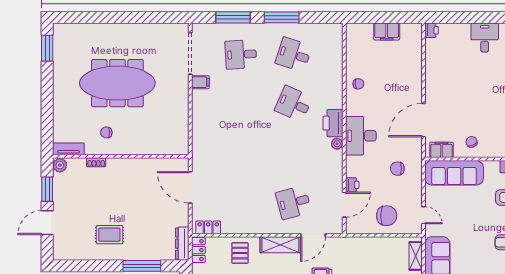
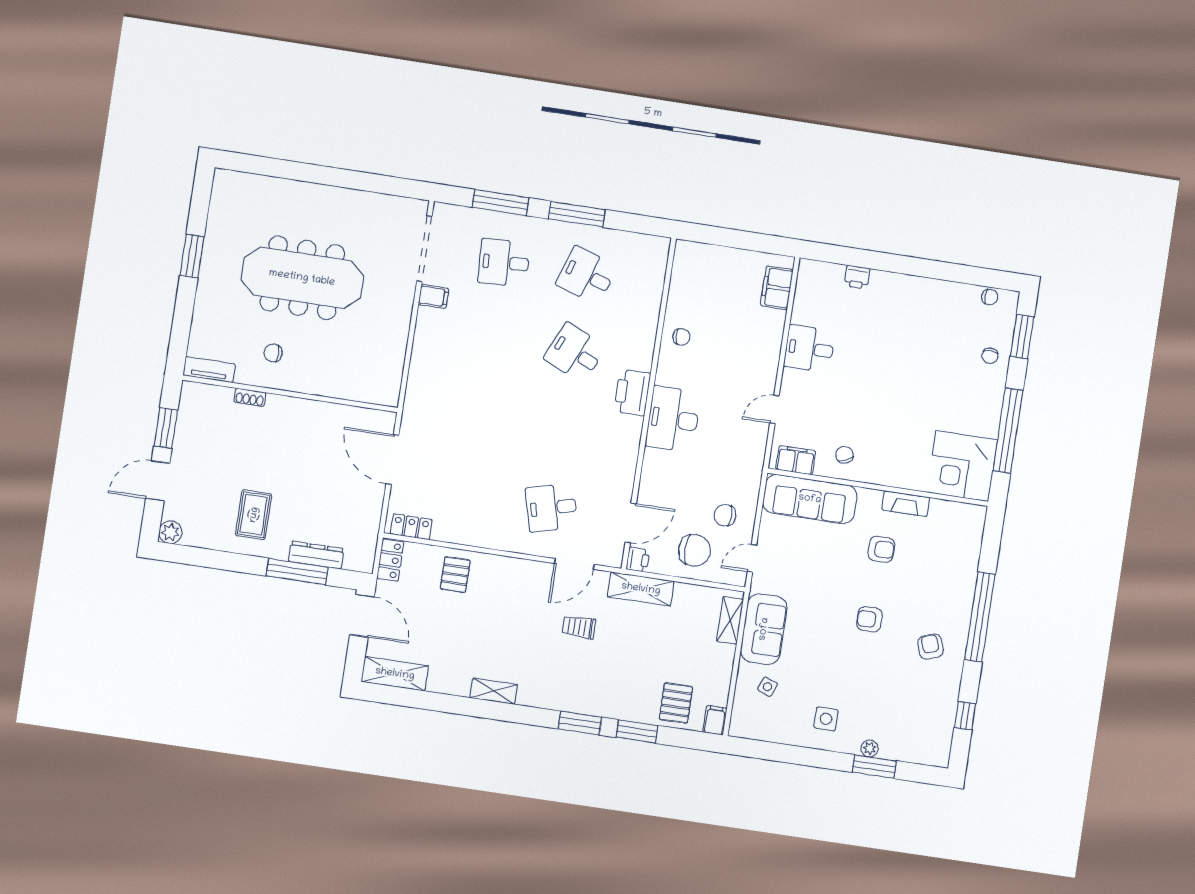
printer: (432, 30) -> (857, 277), moved, turned 90
filing cabinet: (387, 32) -> (777, 288), moved, turned 90
desk: (485, 38) -> (809, 349), moved, turned -90
window: (47, 48) -> (192, 256), moved
door: (423, 120) -> (774, 409), width x0.53
plant: (337, 144) -> (634, 426), removed
plant: (60, 165) -> (170, 532), moved
chair: (397, 169) -> (725, 515), moved
printer: (352, 185) -> (638, 560), moved
door: (423, 215) -> (752, 558), swing flipped
rug: (109, 235) -> (254, 515), turned 90
dresser: (182, 244) -> (316, 555), moved, turned 90
shelving: (280, 245) -> (641, 589), moved

